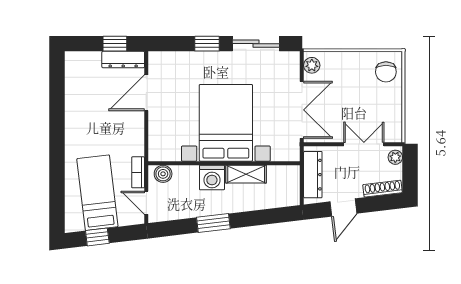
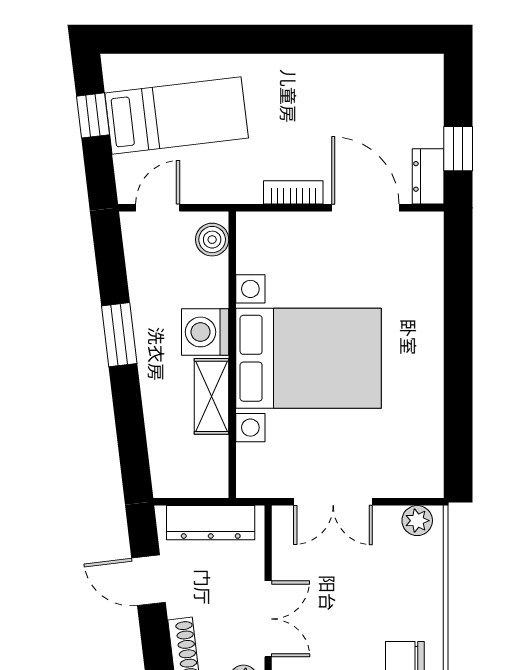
window: (207, 44) -> (458, 322), removed
sliding door: (256, 44) -> (458, 415), removed
dresser: (123, 59) -> (428, 176), width x0.70
double door: (302, 110) -> (333, 502), width x0.73
bookcase: (138, 172) -> (293, 192), moved

